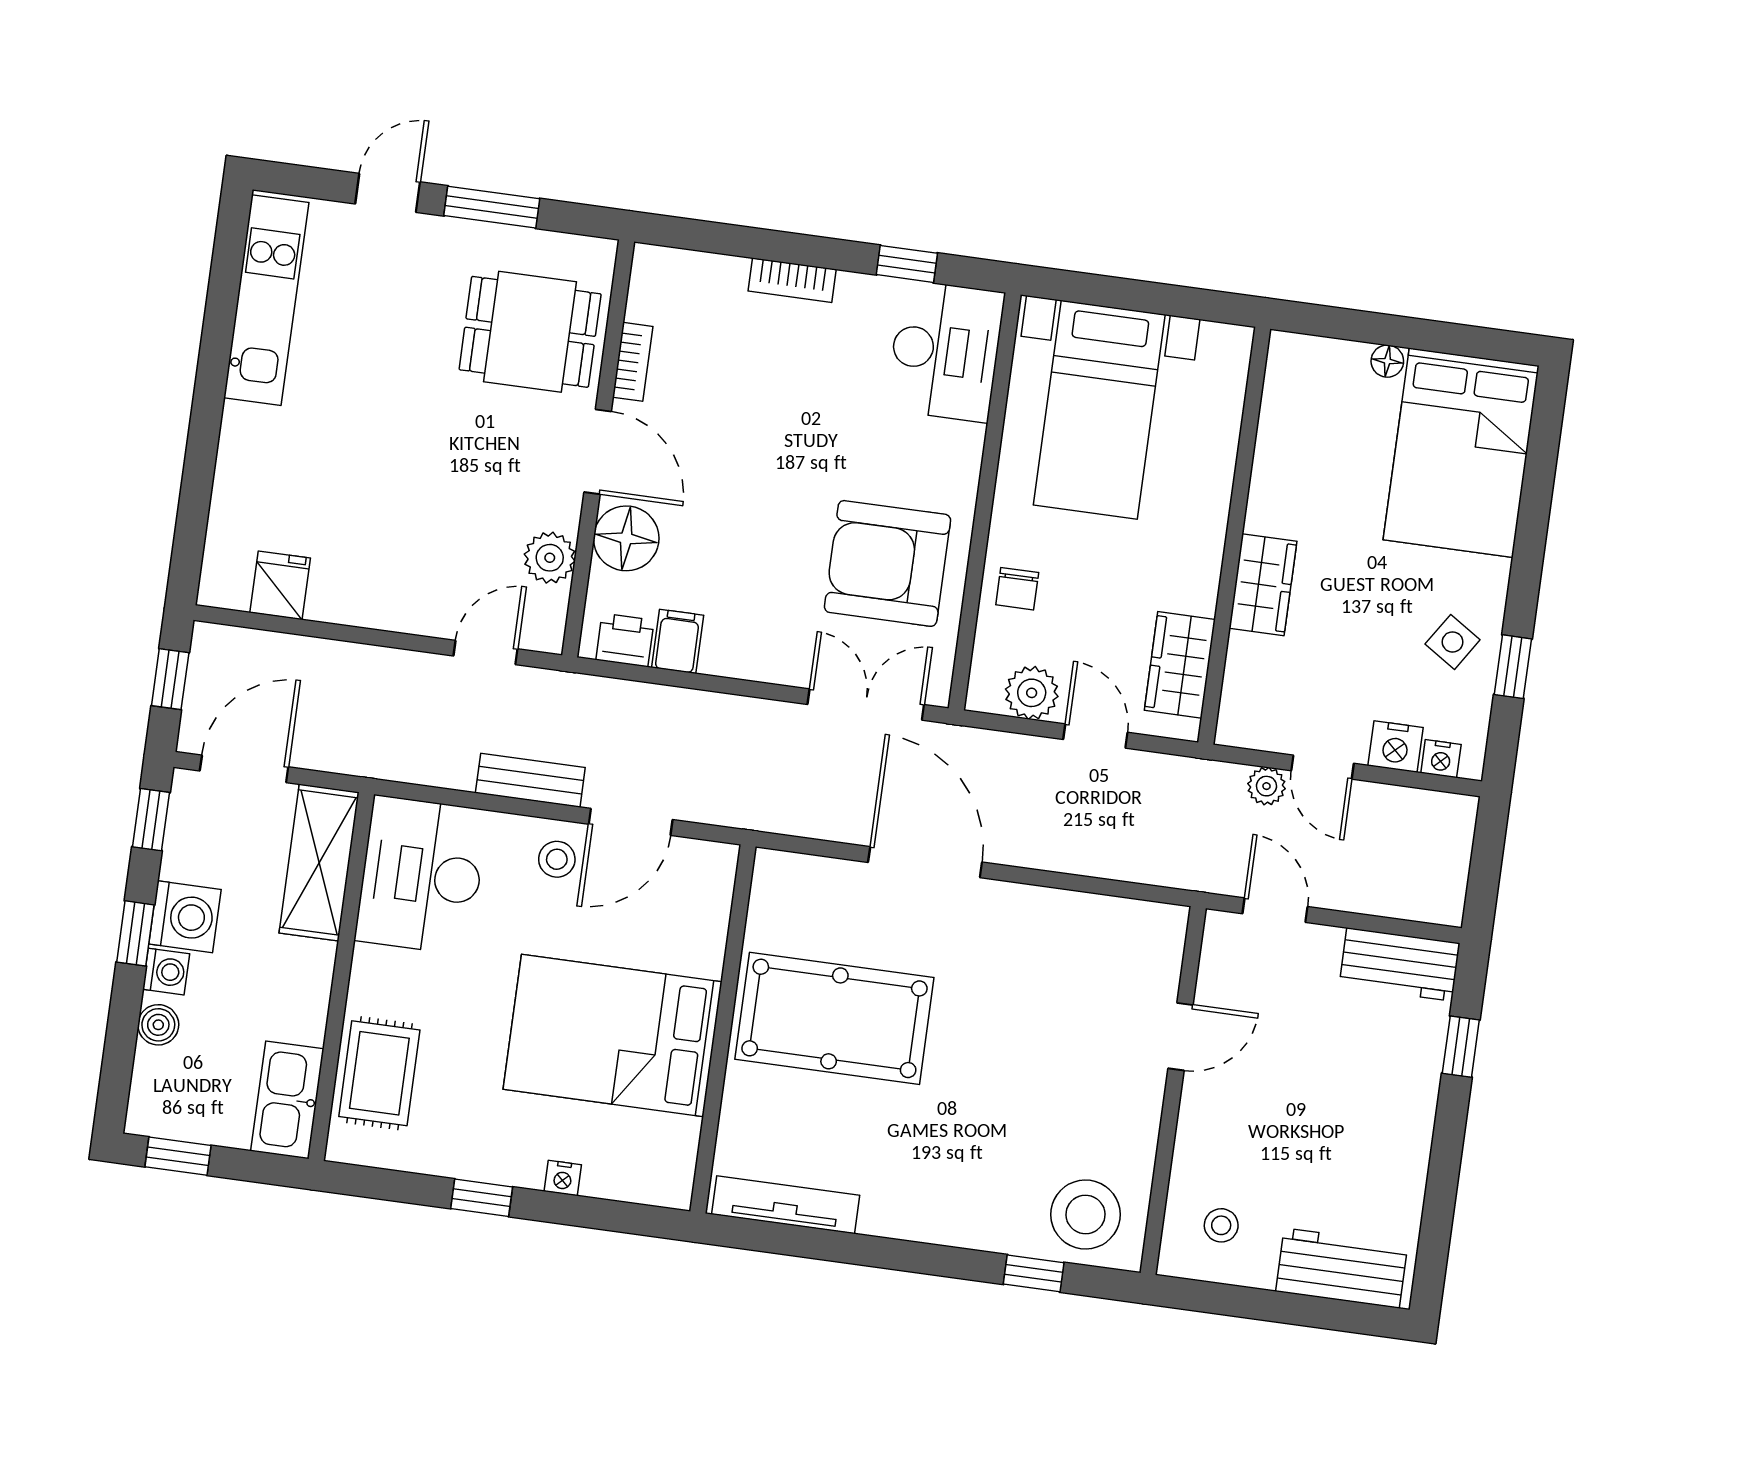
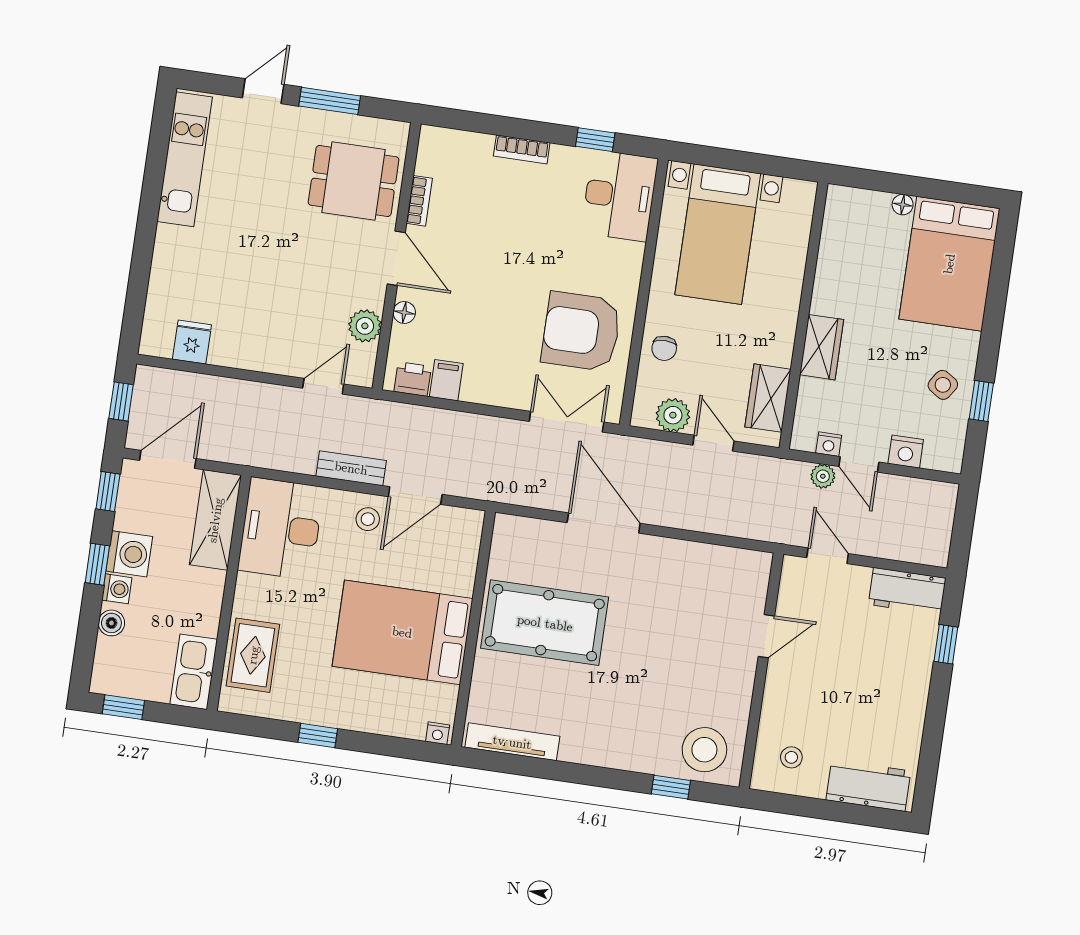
floor lamp: (626, 538) -> (404, 312), width x0.53, depth x0.53
nightstand: (1441, 759) -> (829, 444), moved
nightstand: (563, 1178) -> (438, 733), moved

